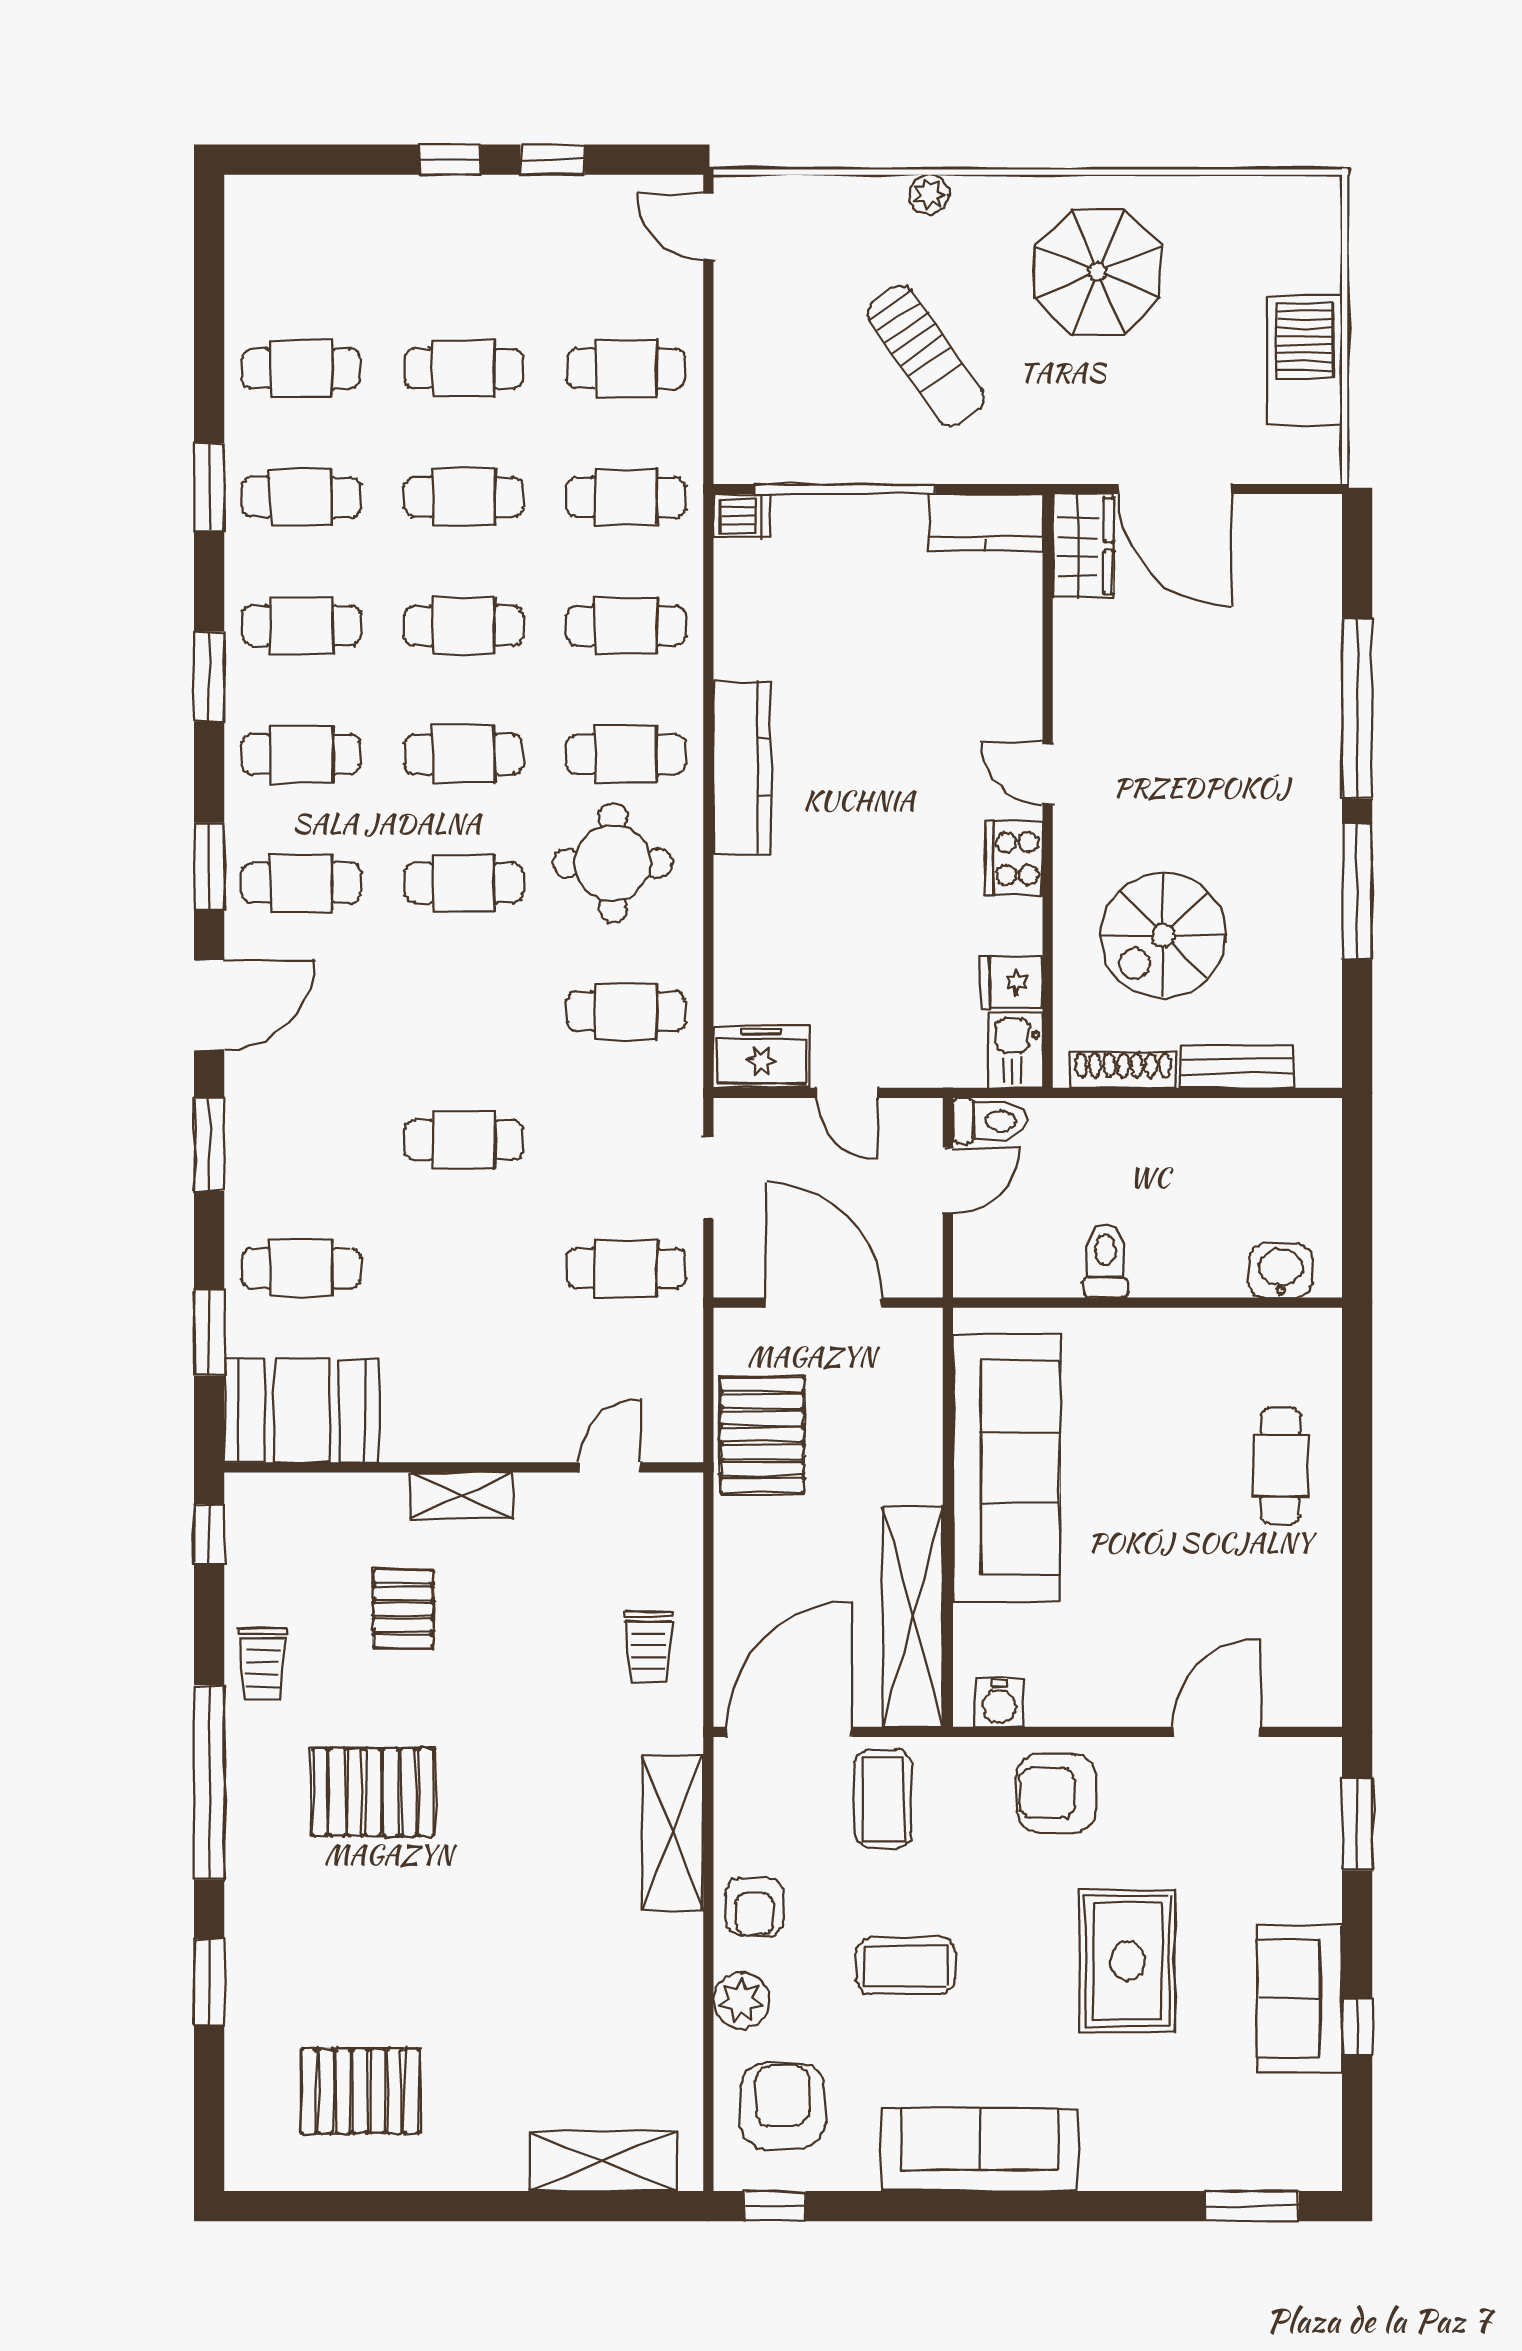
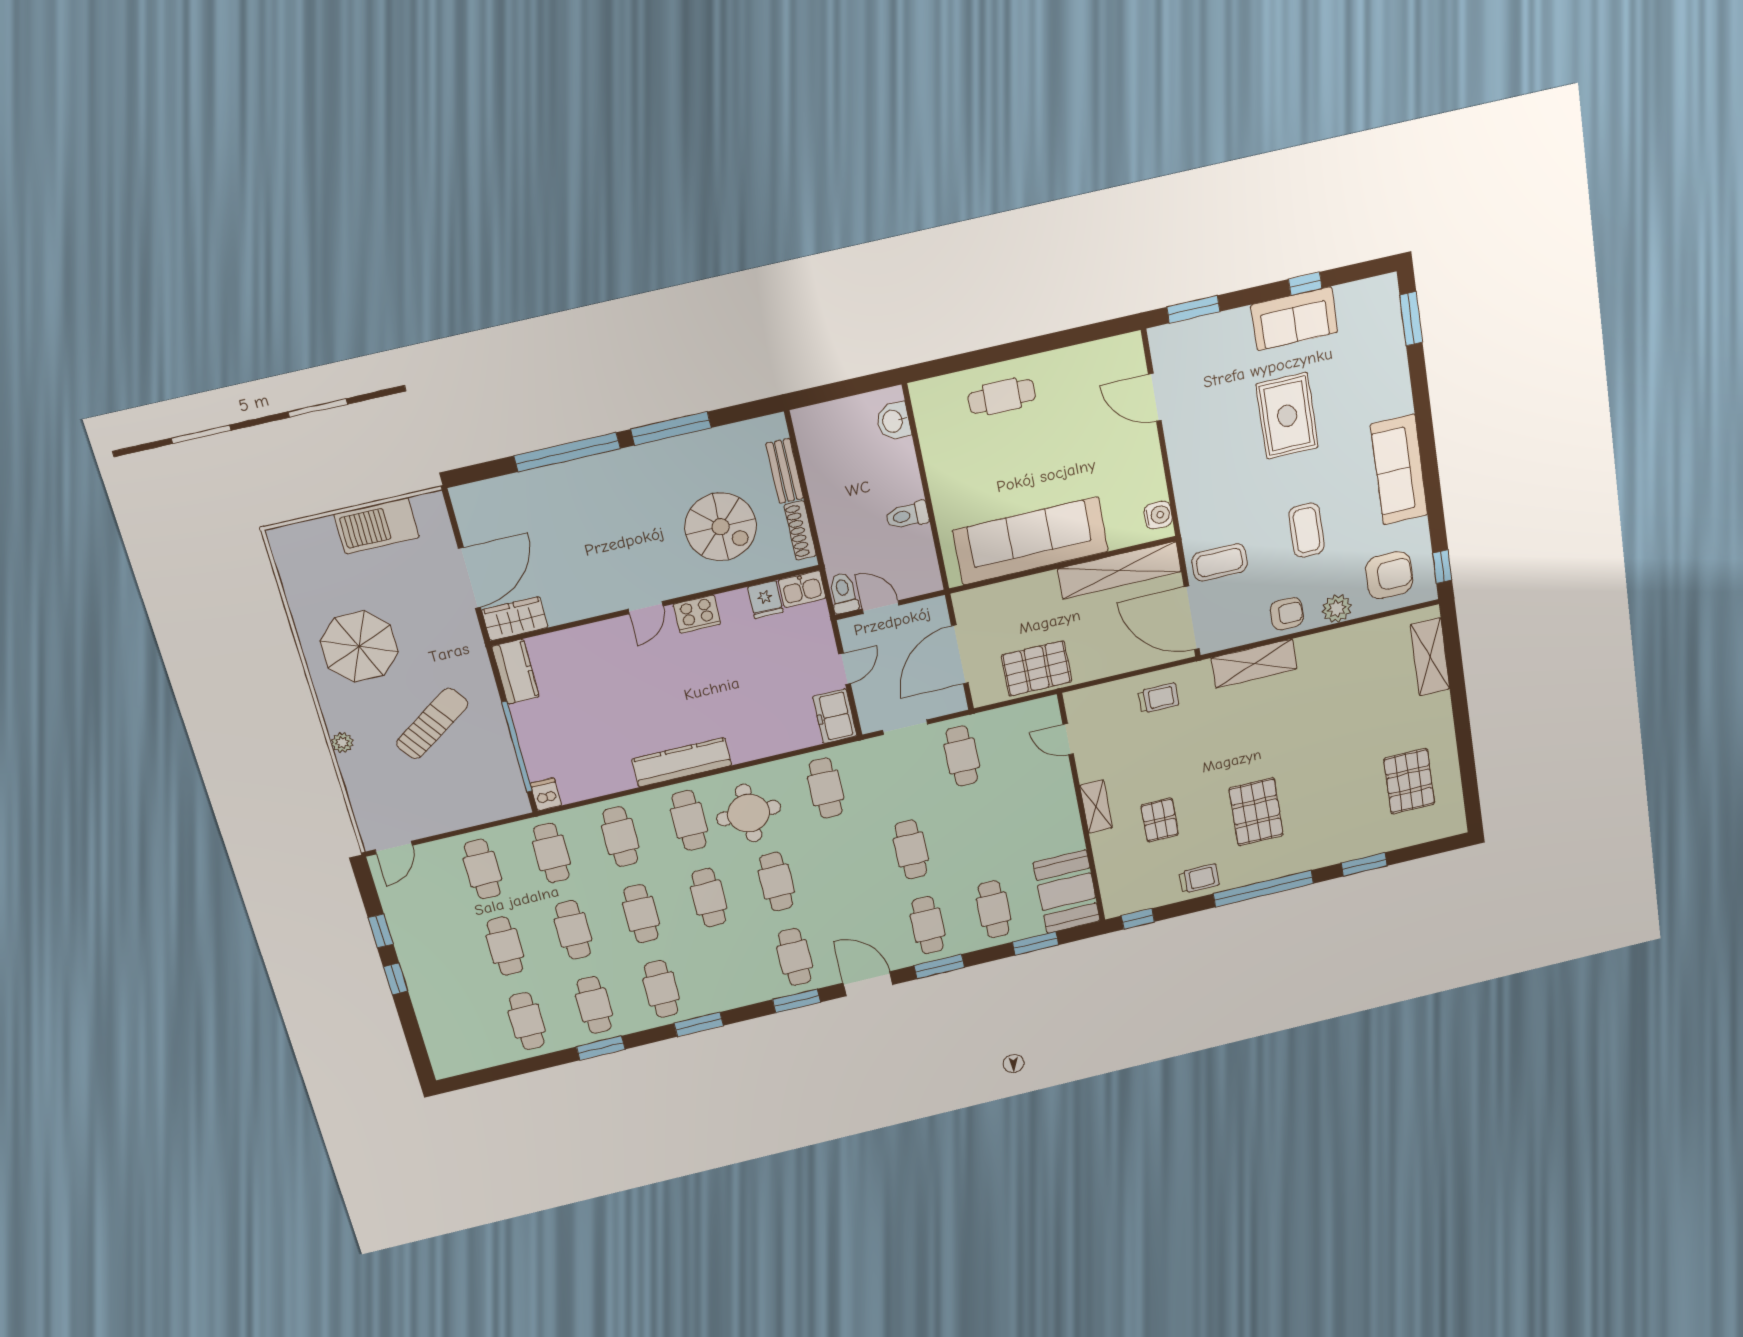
cafe table: (301, 754) -> (928, 925), moved
pallet: (403, 1609) -> (1160, 820), turned 90
armchair: (1056, 1793) -> (1202, 474), removed
rug: (1127, 1961) -> (1287, 416), turned 90
armchair: (782, 2106) -> (1389, 575), turned 180

